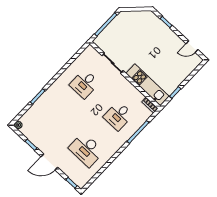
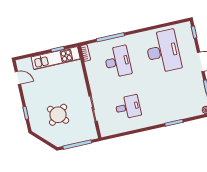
round table: (138, 38) -> (58, 115), added
kitchen unit: (148, 85) -> (56, 58), moved, turned -90
desk: (118, 116) -> (118, 62), width x1.37
desk: (86, 150) -> (163, 51), width x1.36, depth x1.30

